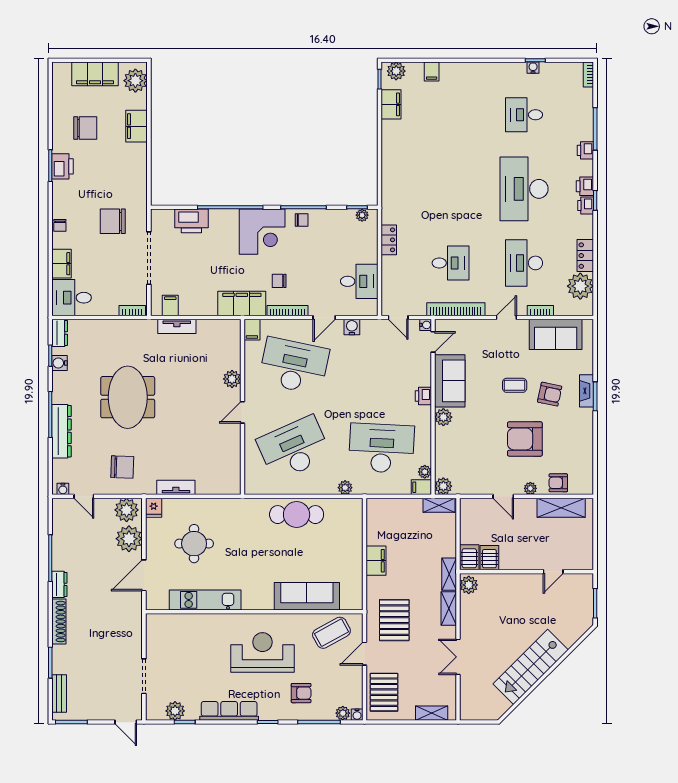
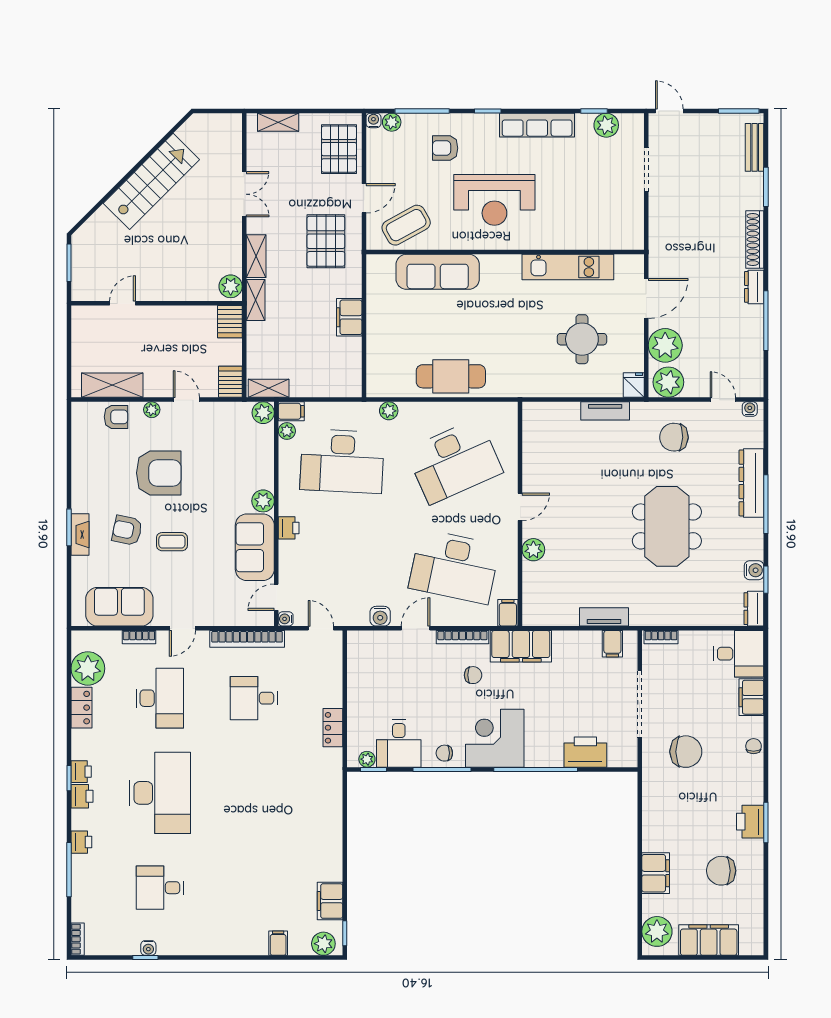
desk: (524, 115) -> (160, 888), turned 180
desk: (359, 281) -> (399, 743), moved, turned -90
server rack: (489, 558) -> (230, 382), moved, turned 180

